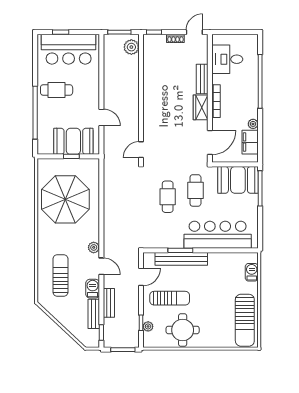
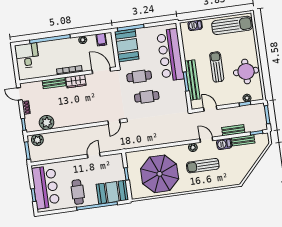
desk: (227, 59) -> (27, 56), moved, turned 180
plant: (152, 62) -> (47, 122), added
booth: (73, 141) -> (112, 192), moved, turned 90
filing cabinet: (250, 142) -> (101, 40), width x0.50
door: (141, 150) -> (114, 122), hinge flipped
door: (101, 266) -> (206, 140), hinge flipped
sun lounger: (60, 275) -> (203, 166), moved
sun lounger: (170, 298) -> (217, 67), moved

